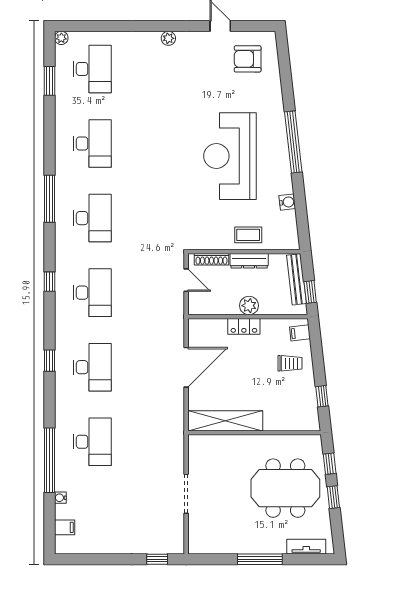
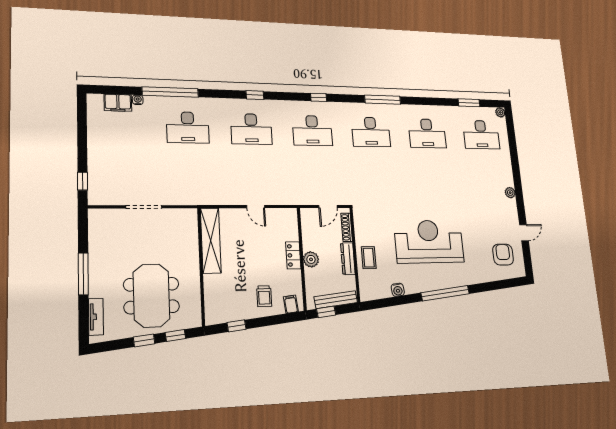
door: (186, 367) -> (256, 207), width x0.53
filing cabinet: (65, 527) -> (118, 103), width x2.00

